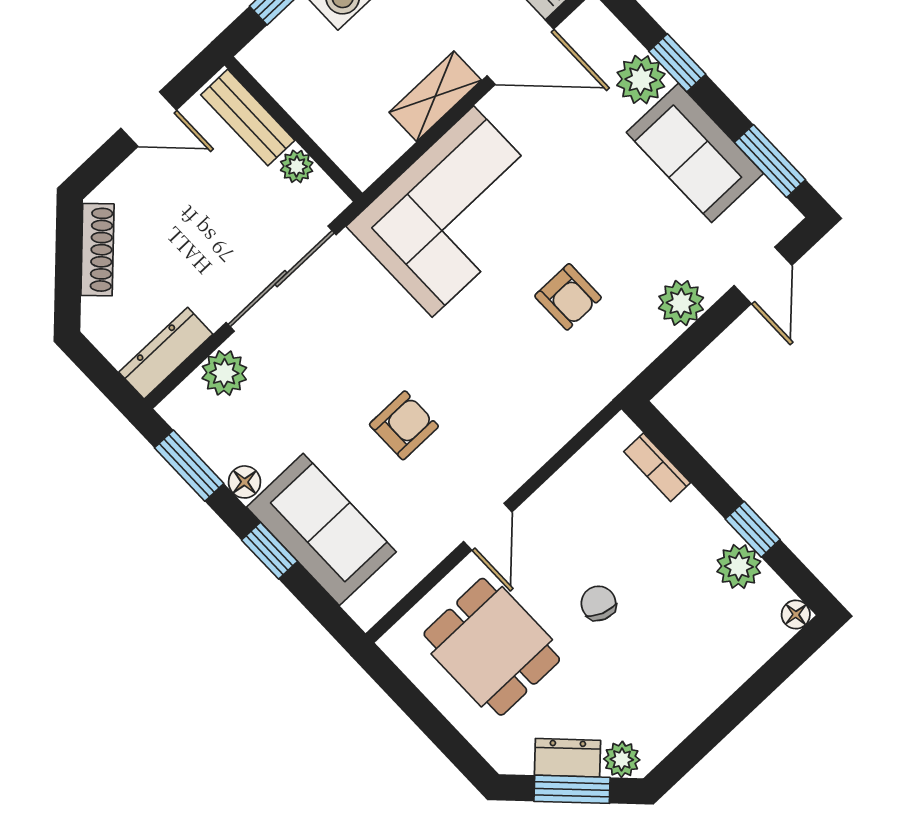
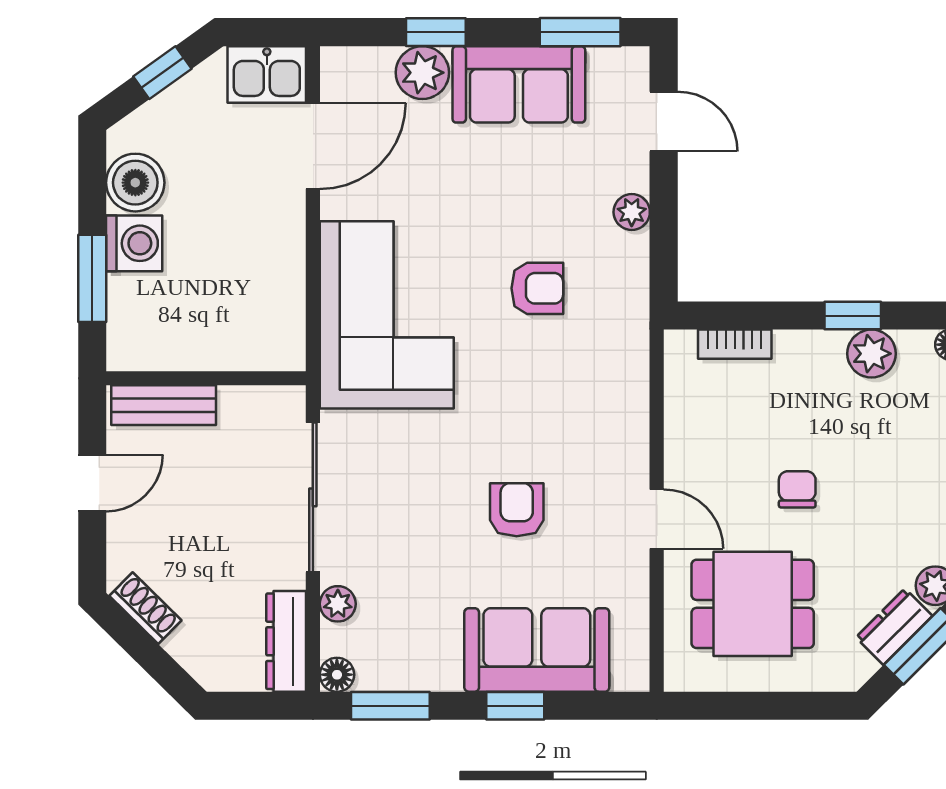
shelving: (435, 96) -> (284, 244), removed
plant: (297, 166) -> (237, 403), removed
shoe rack: (97, 250) -> (145, 608), width x0.70
plant: (681, 303) -> (632, 212), width x0.73, depth x0.73
plant: (224, 373) -> (338, 604), width x0.73, depth x0.73
floor lamp: (245, 482) -> (337, 675), moved
chair: (598, 603) -> (797, 489), turned 69

